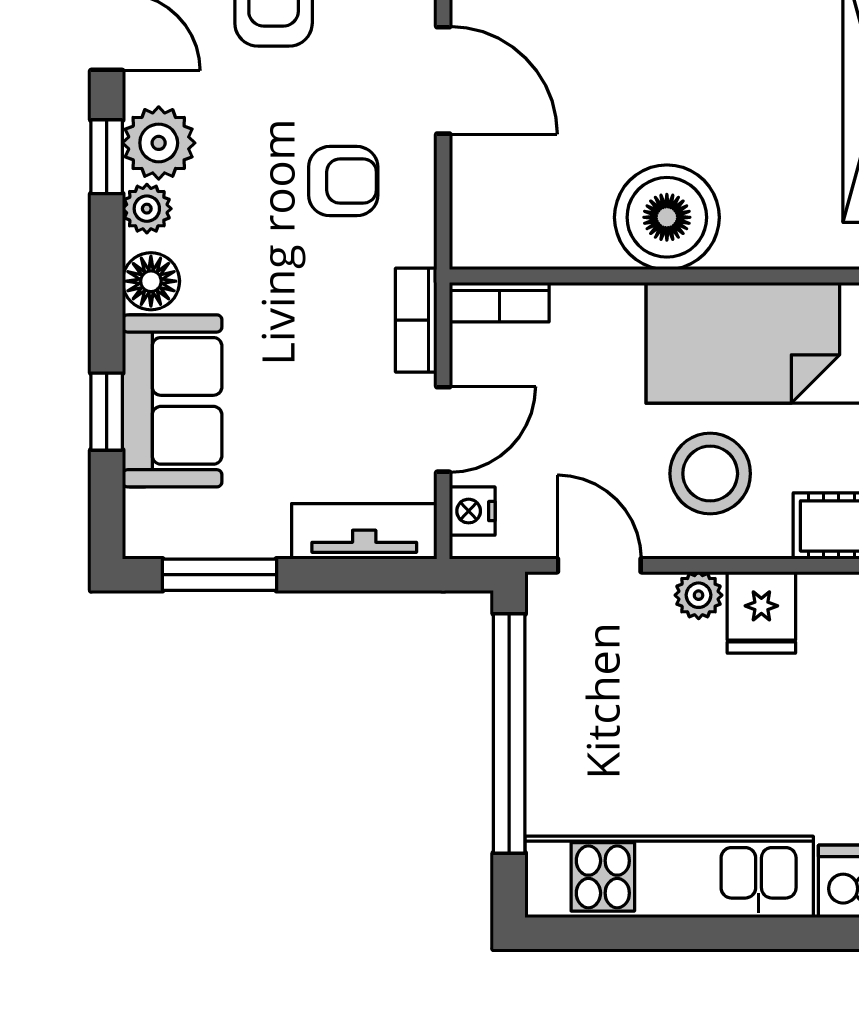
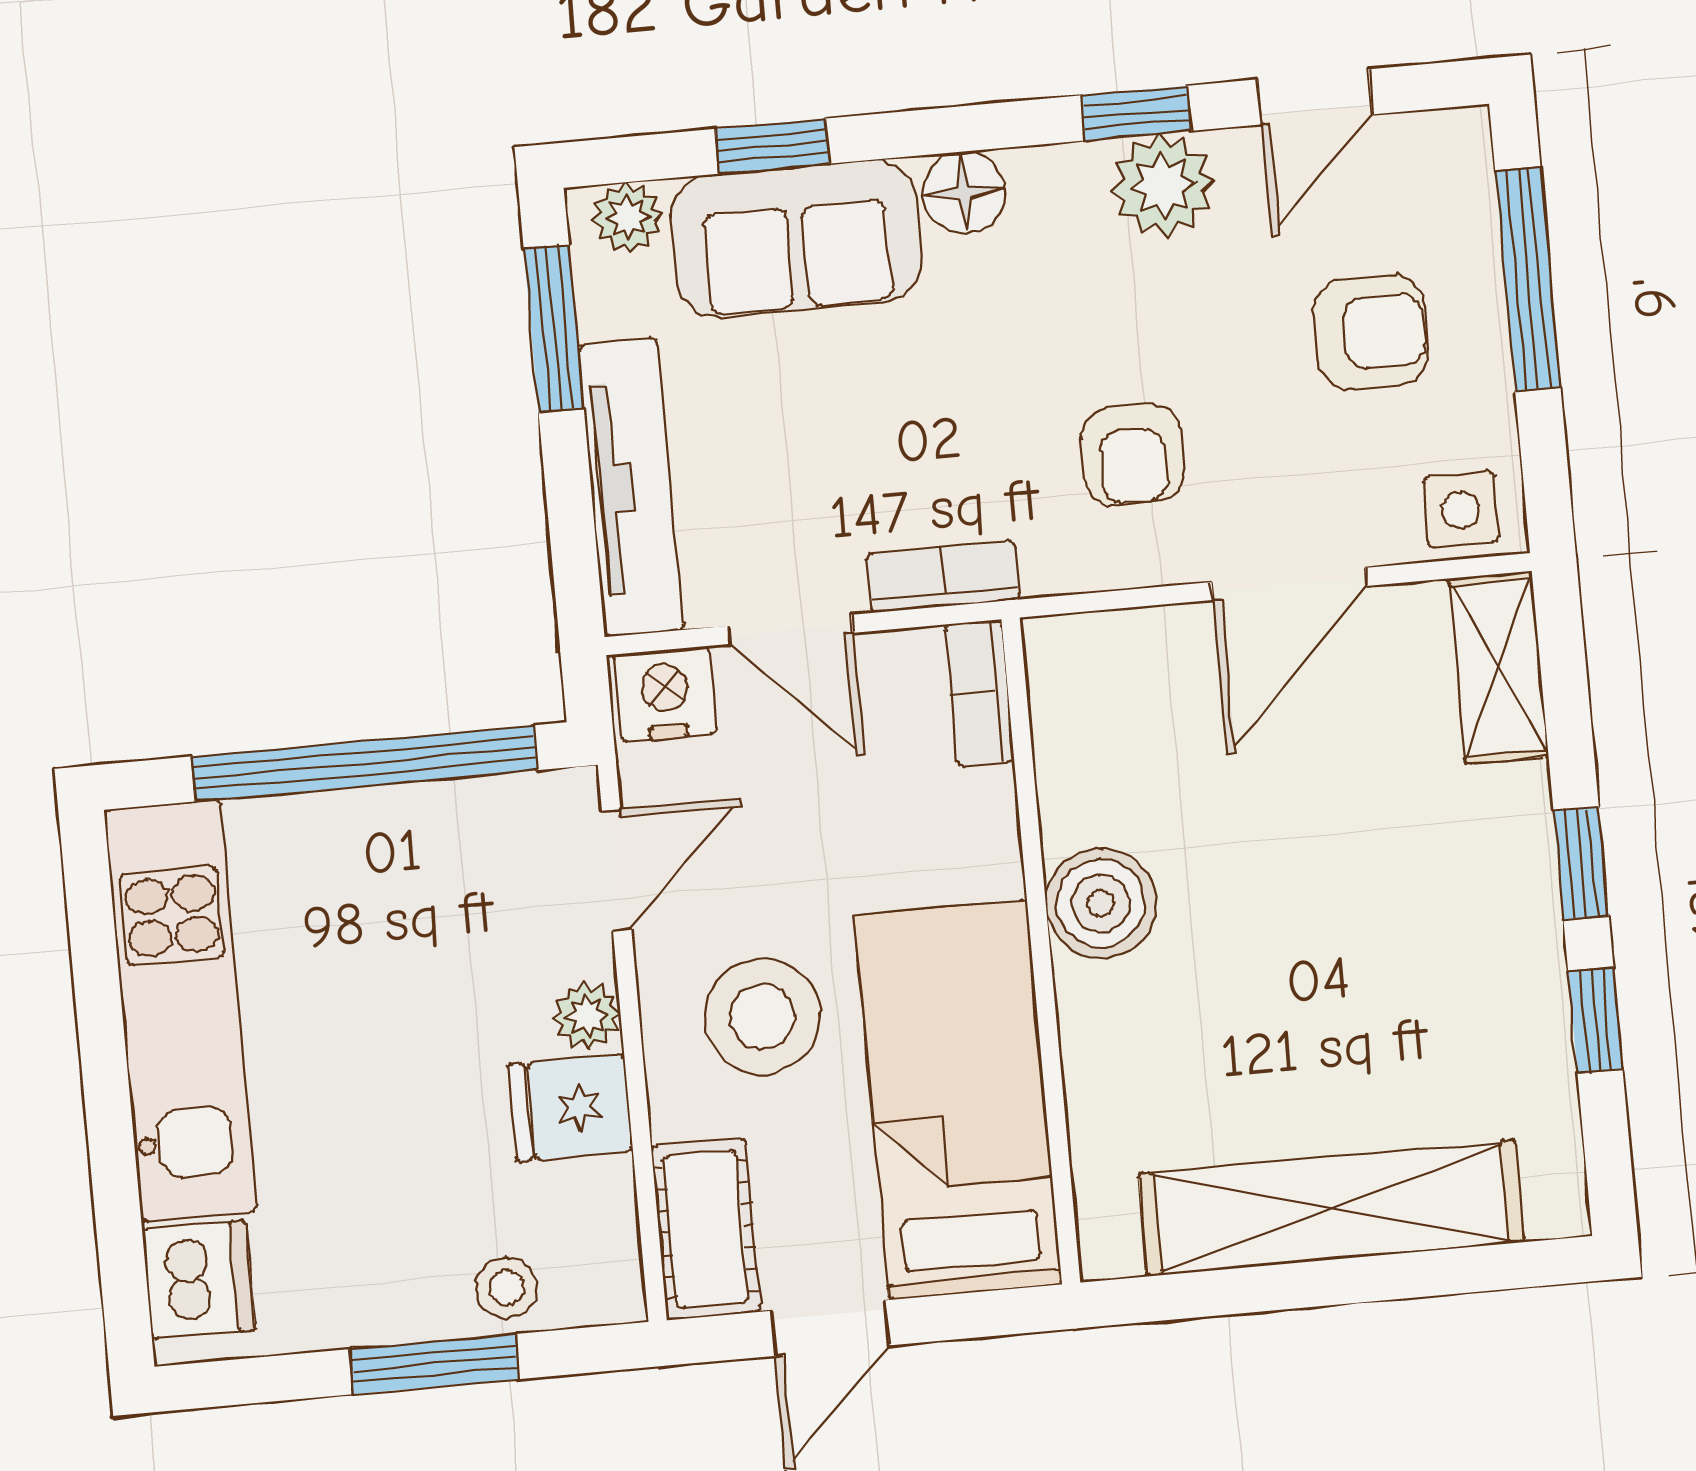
plant: (147, 209) -> (628, 217), moved
boiler: (667, 217) -> (1101, 903), width x0.73, depth x0.73
nightstand: (472, 511) -> (665, 694), width x1.39, depth x1.35
tv unit: (364, 531) -> (631, 487), width x1.41

